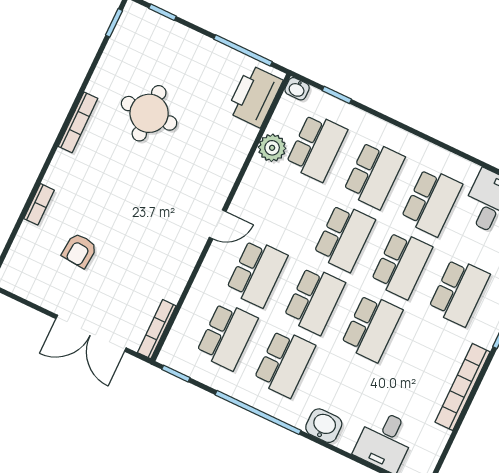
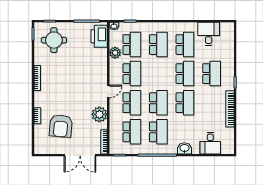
round table: (149, 113) -> (54, 40), moved
school desk: (344, 237) -> (132, 74), moved
armchair: (79, 250) -> (61, 126), width x1.88, depth x1.88
plant: (175, 265) -> (99, 114), added

